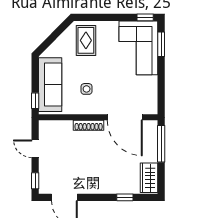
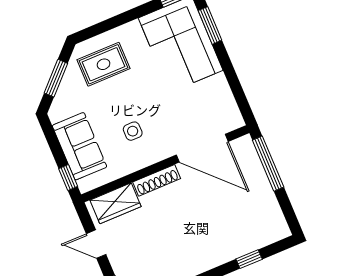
window: (53, 37) -> (56, 78), added
rug: (86, 40) -> (104, 64), turned 90
sofa: (50, 85) -> (80, 146), width x0.73
wardrobe: (149, 178) -> (116, 203), moved, turned -90

